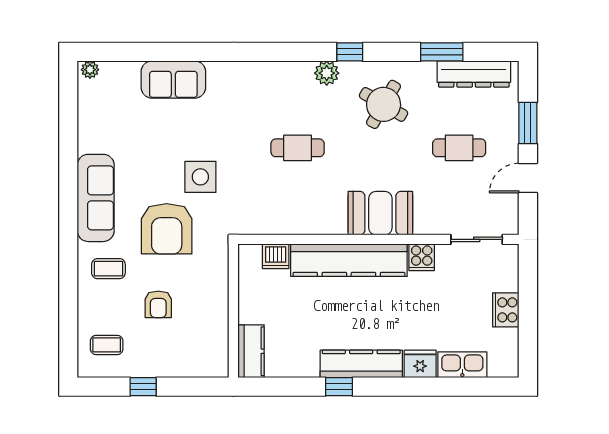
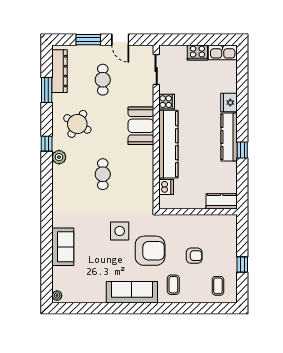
kitchen sink: (462, 365) -> (223, 52), moved, turned -90

